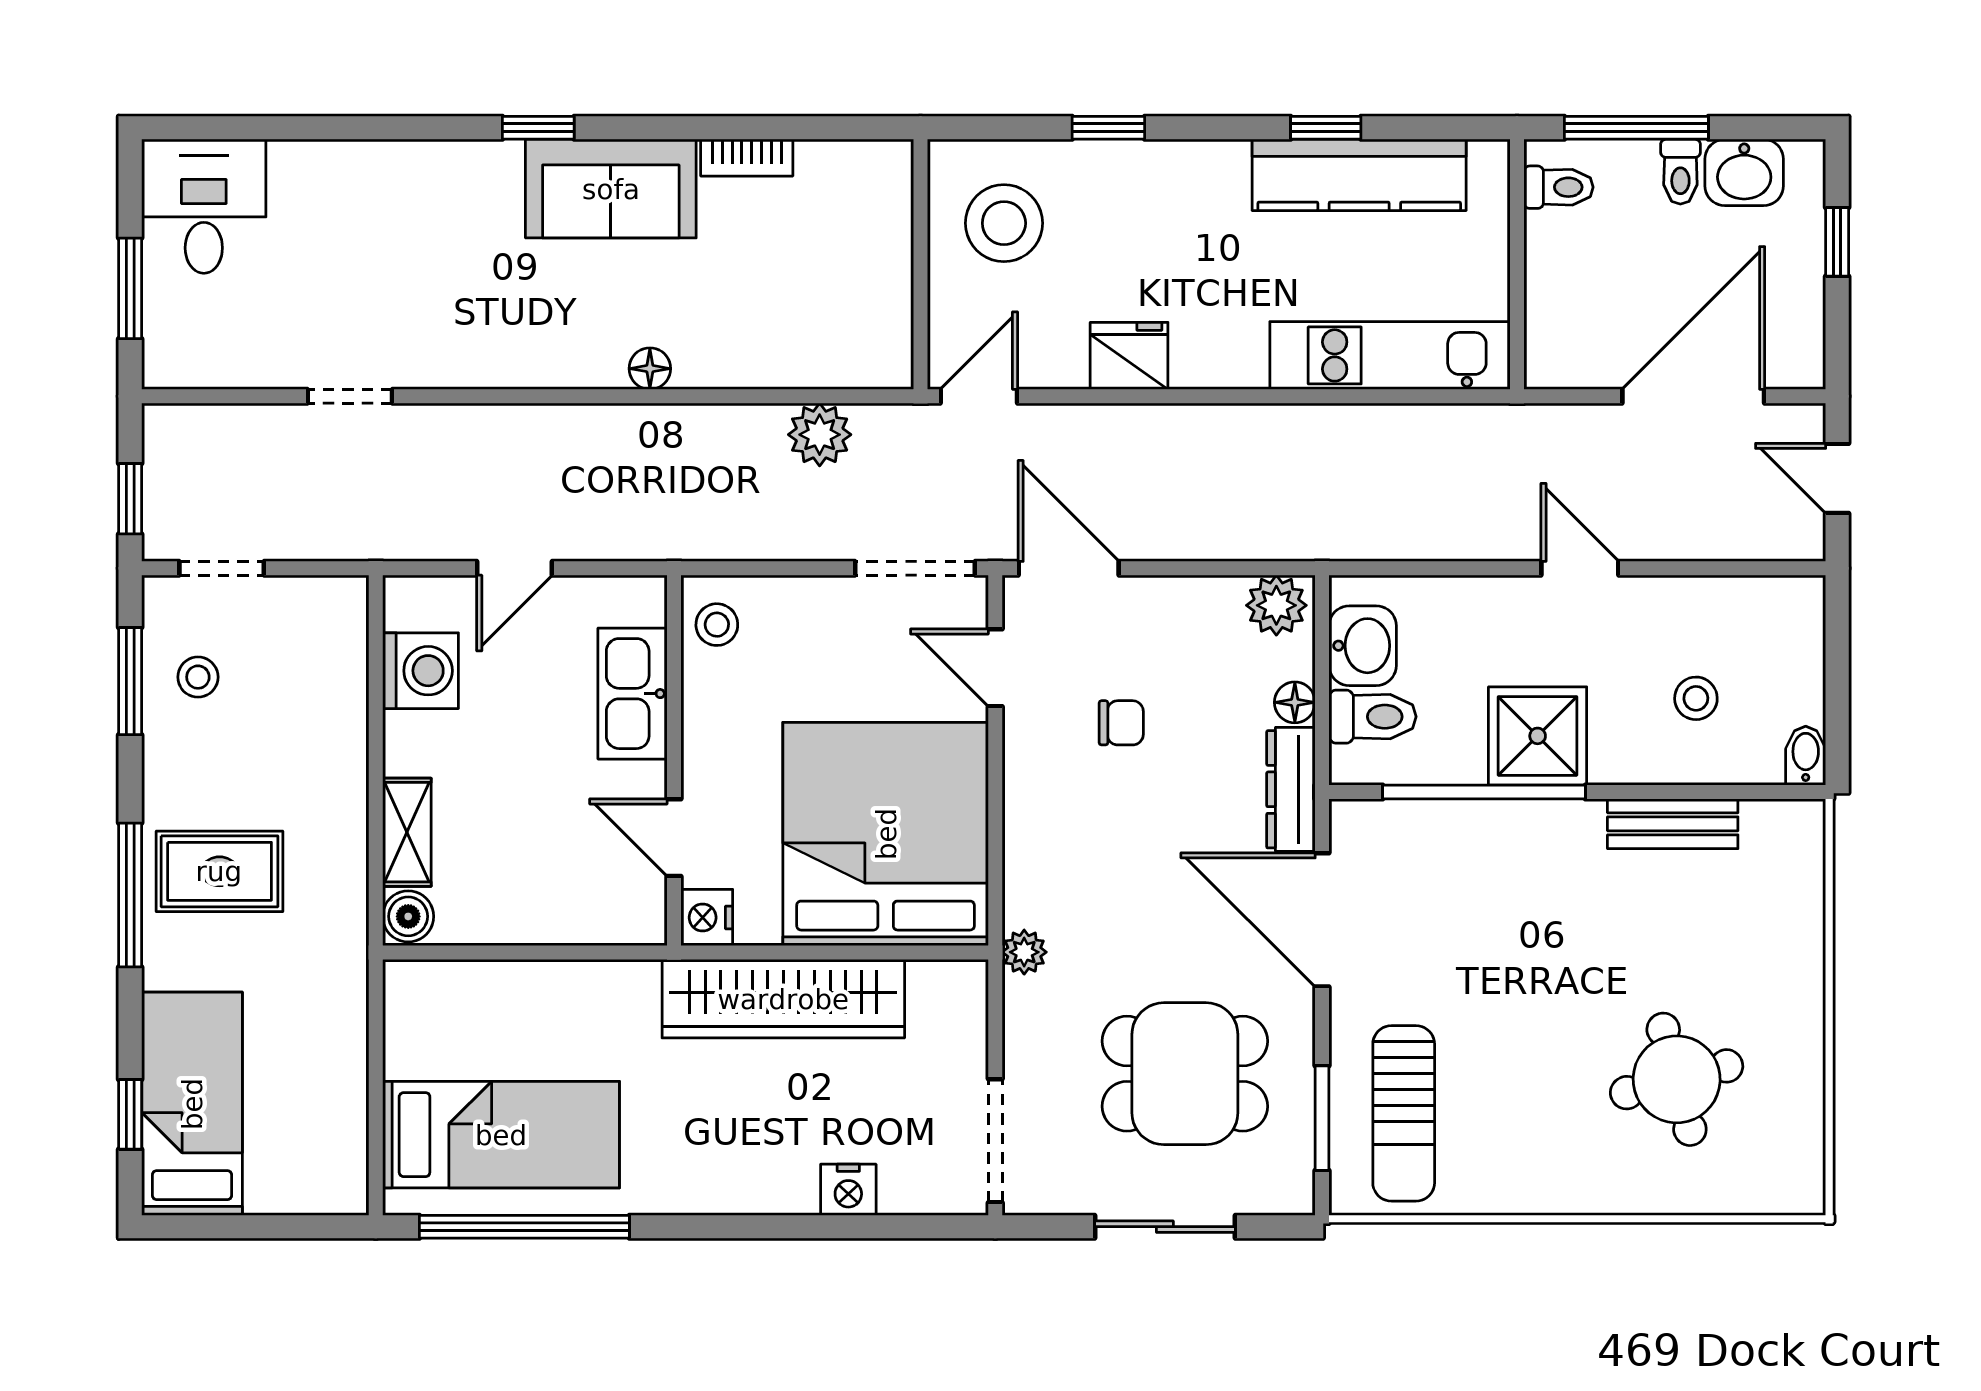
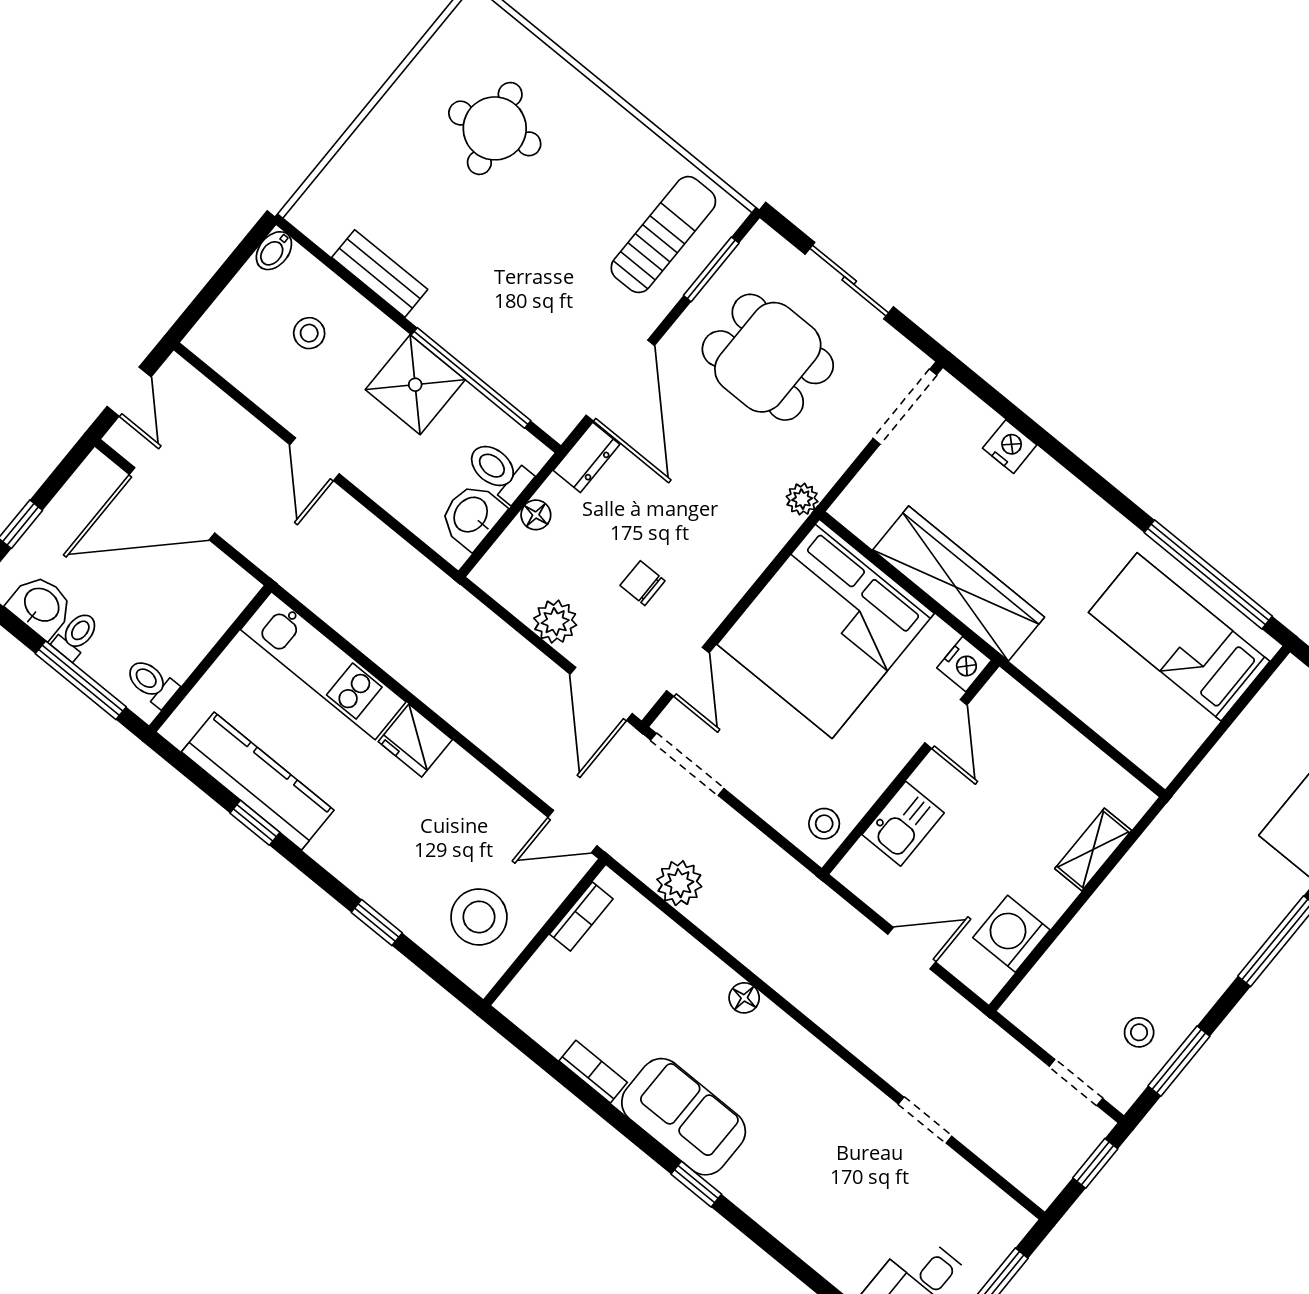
bookcase: (895, 313) -> (581, 917), added
fridge: (1129, 356) -> (415, 741), moved
plant: (1276, 605) -> (555, 622), moved
kitchen sink: (633, 694) -> (903, 824), width x0.73
dresser: (1291, 789) -> (587, 457), width x0.70
rug: (219, 871) -> (1216, 914), removed
boiler: (408, 916) -> (1131, 802), removed

